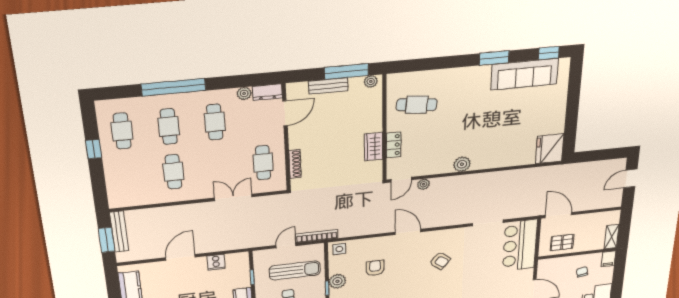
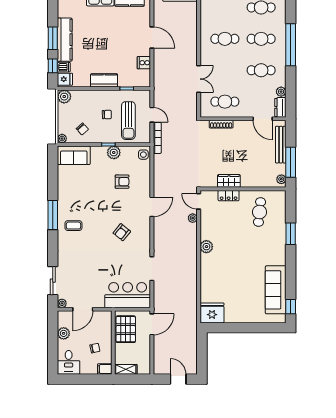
window: (494, 58) -> (291, 234), moved
bench: (328, 86) -> (281, 145), width x1.36
pallet: (562, 242) -> (126, 329), width x1.50, depth x1.42

